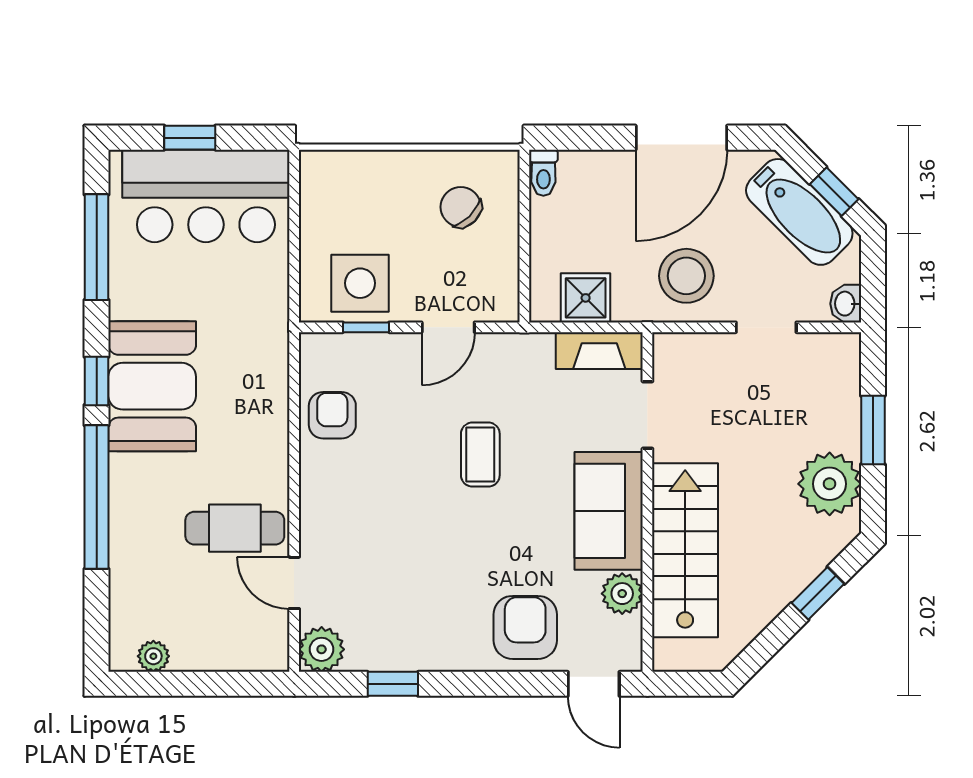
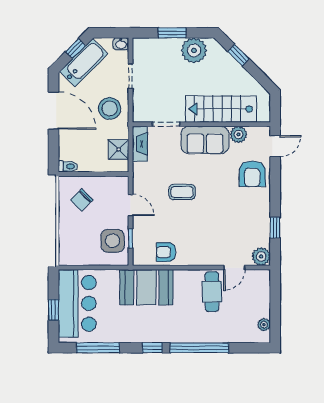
booth: (152, 386) -> (146, 287), moved
armchair: (525, 627) -> (252, 174), turned -90

